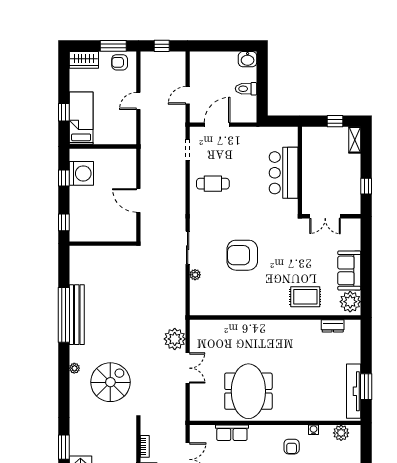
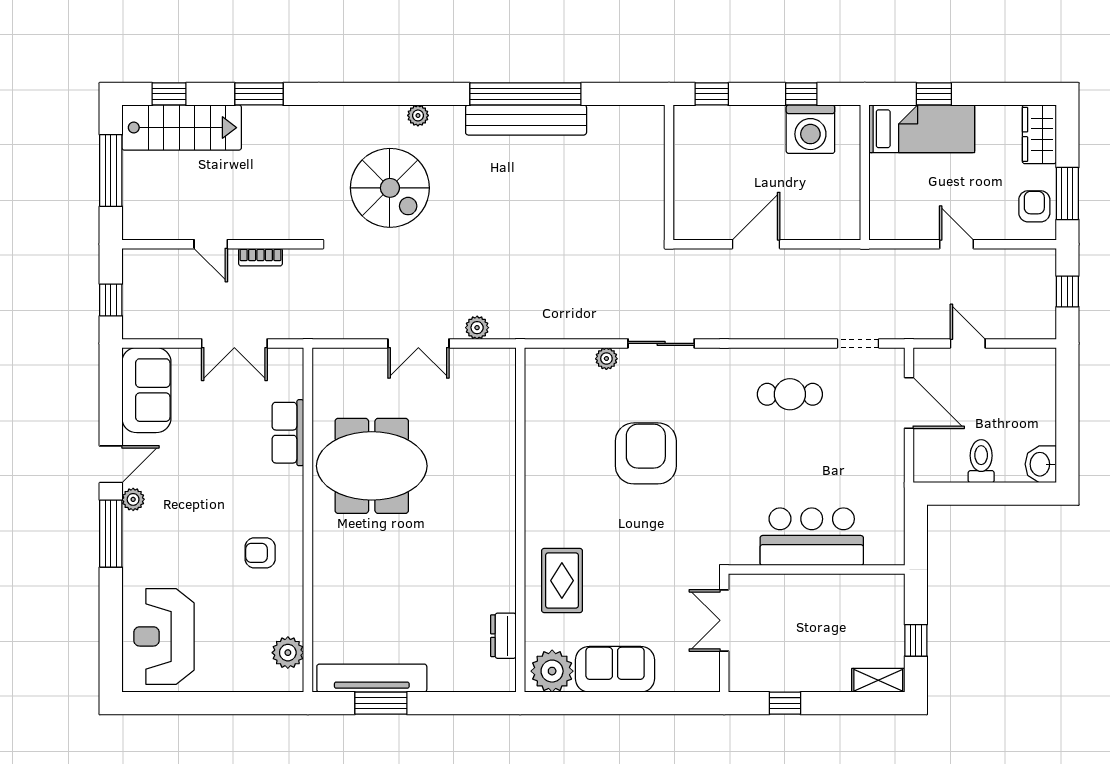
cafe table: (213, 184) -> (790, 394), turned 90
plant: (175, 339) -> (477, 328), width x0.53, depth x0.53
water cooler: (314, 430) -> (294, 597), removed

